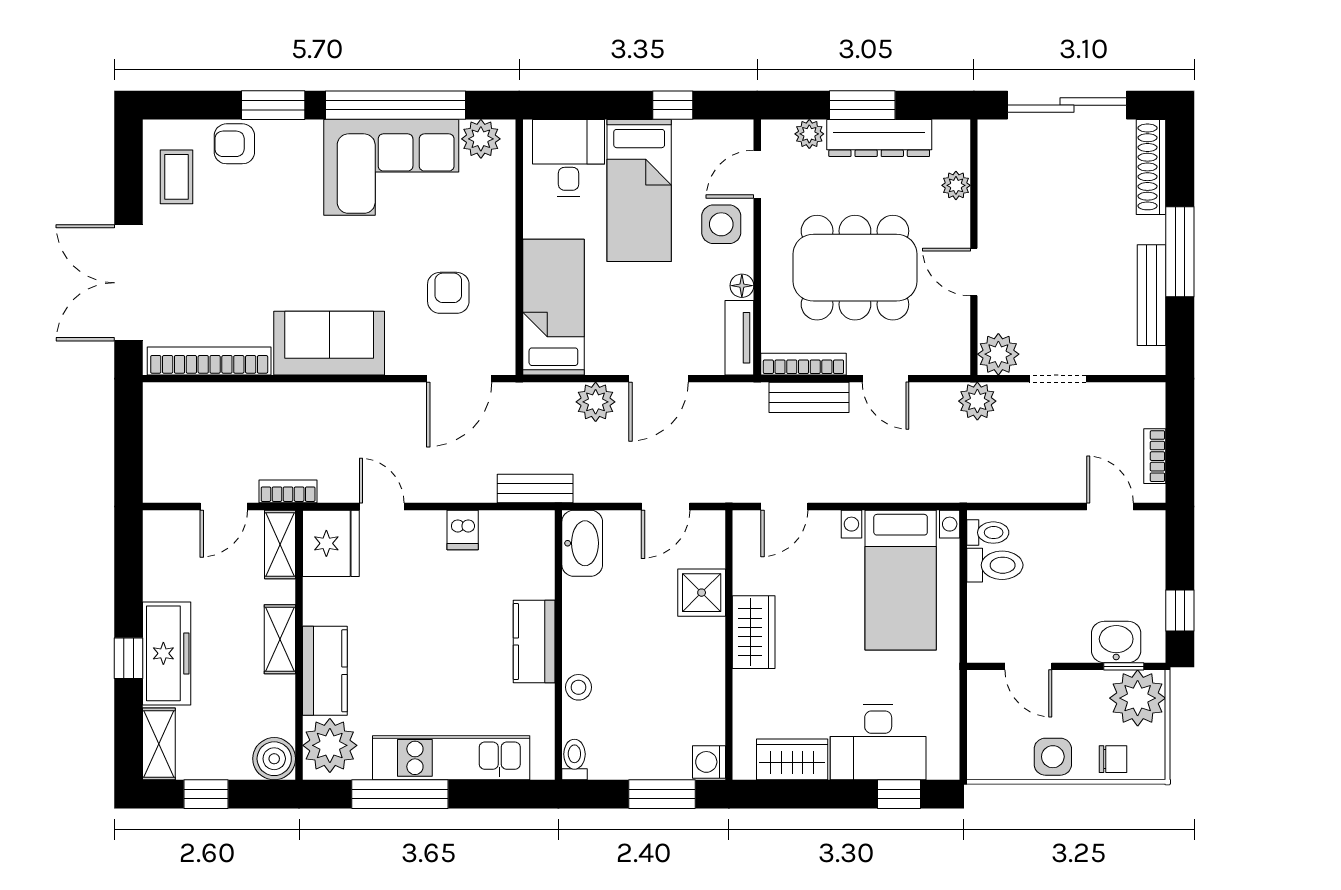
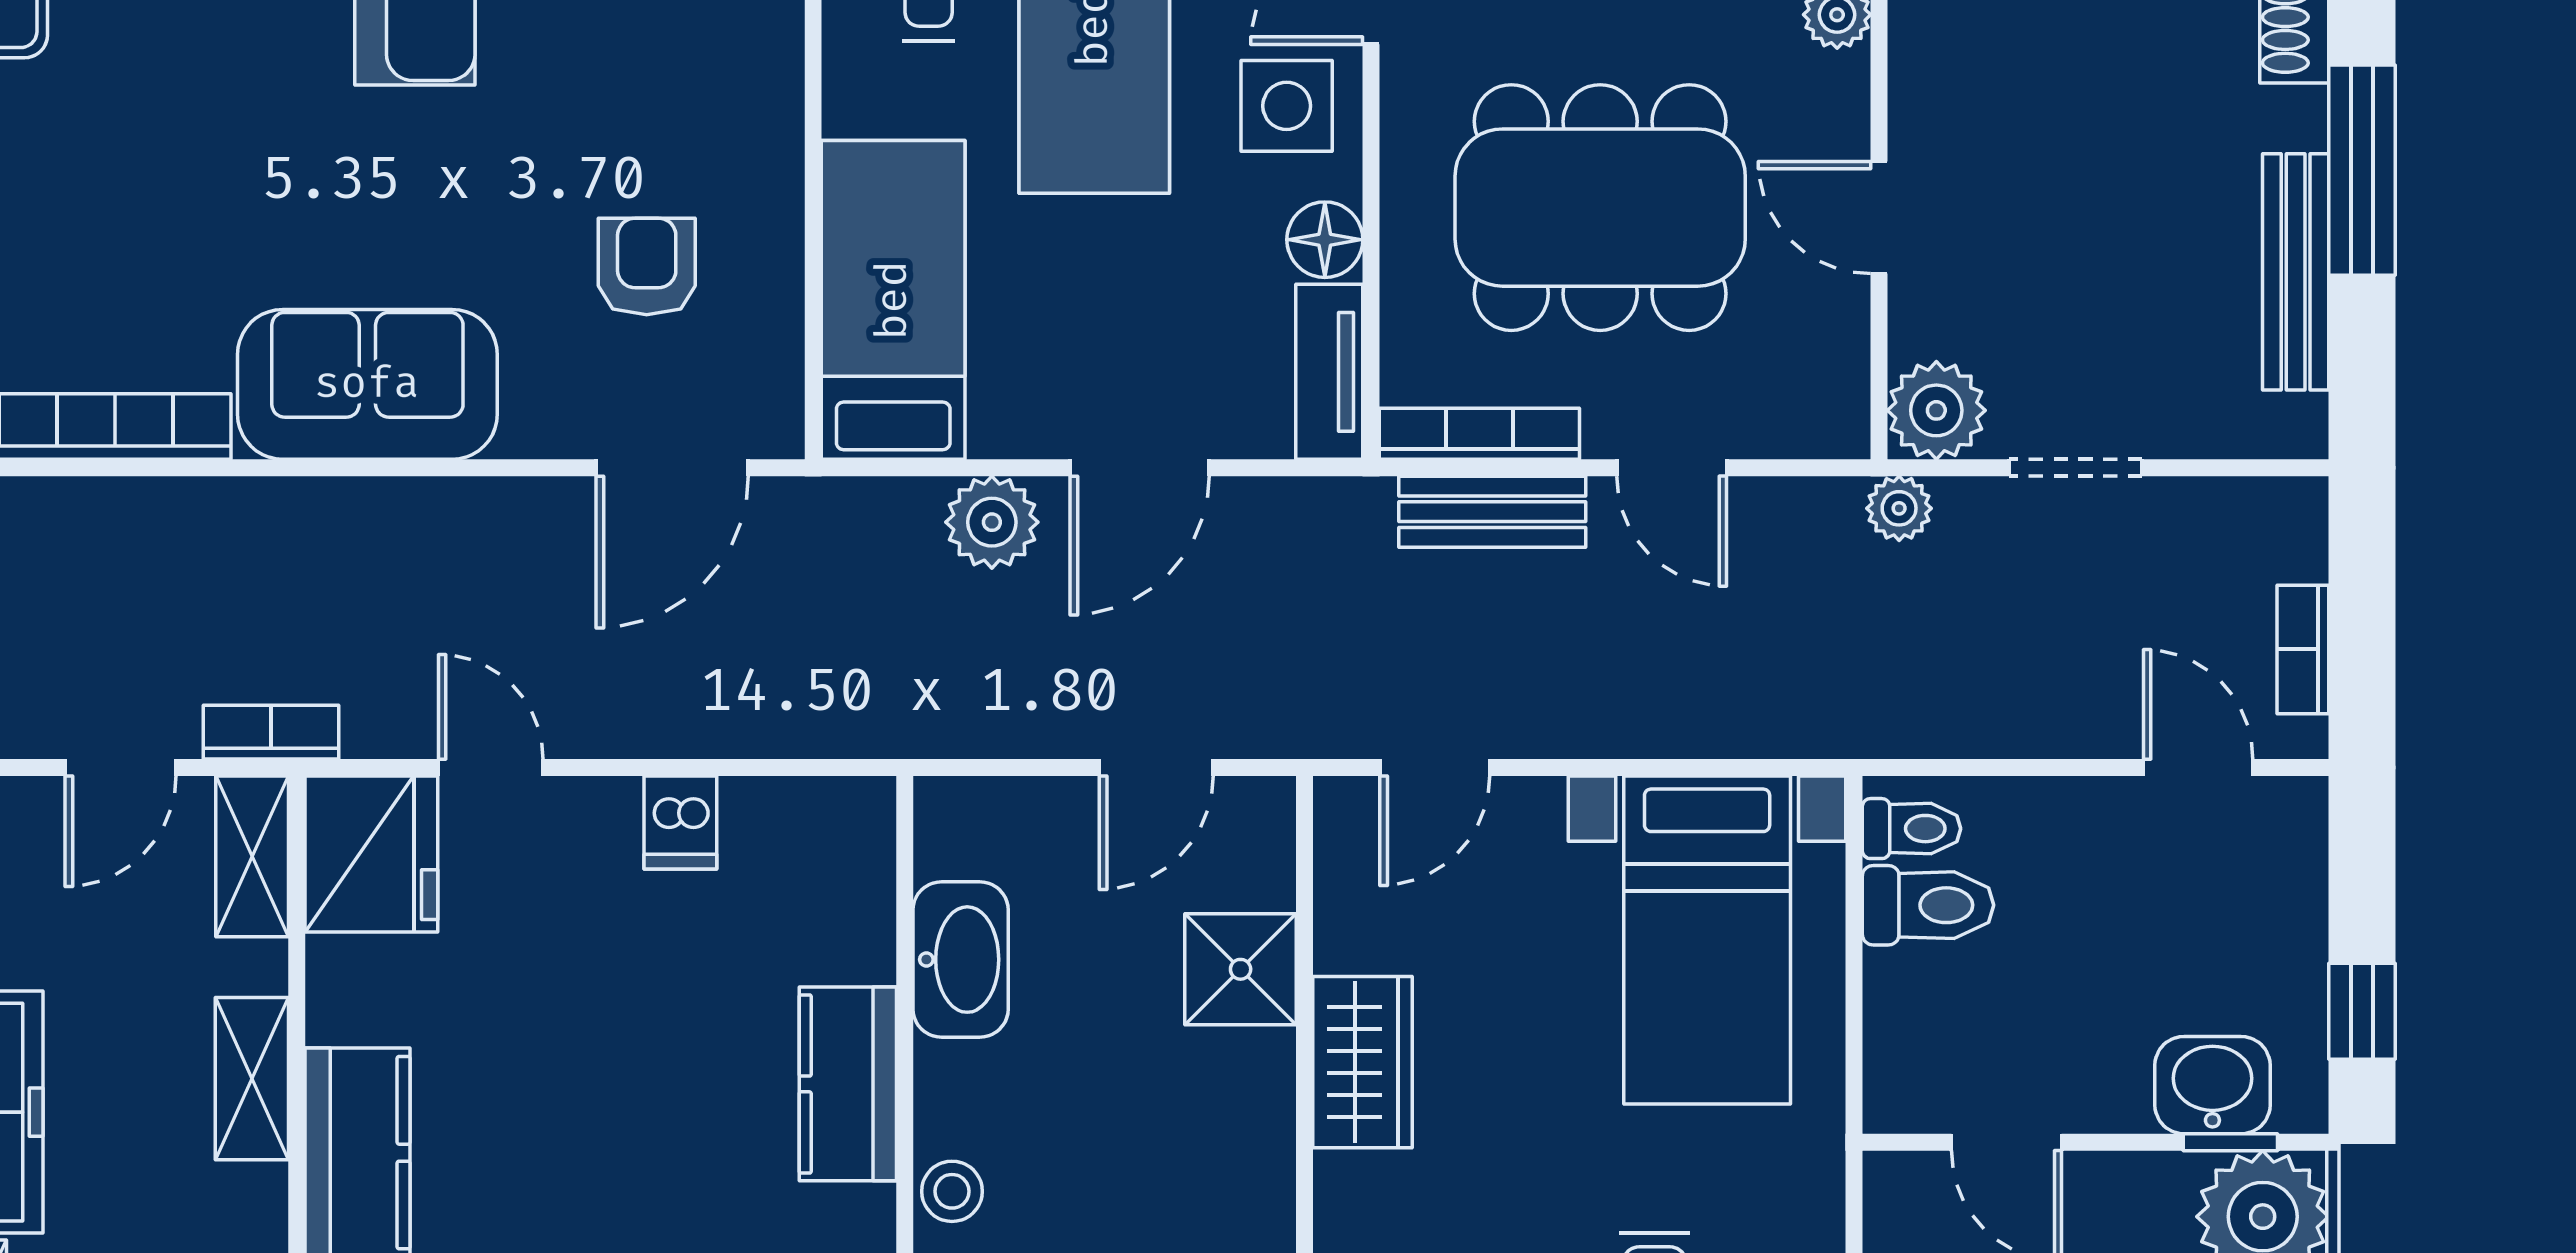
floor lamp: (742, 286) -> (1325, 240), width x1.37, depth x1.37
plant: (977, 401) -> (1899, 508), width x0.73, depth x0.73
bench: (535, 488) -> (850, 725), removed
washbasin: (582, 543) -> (961, 960), moved

